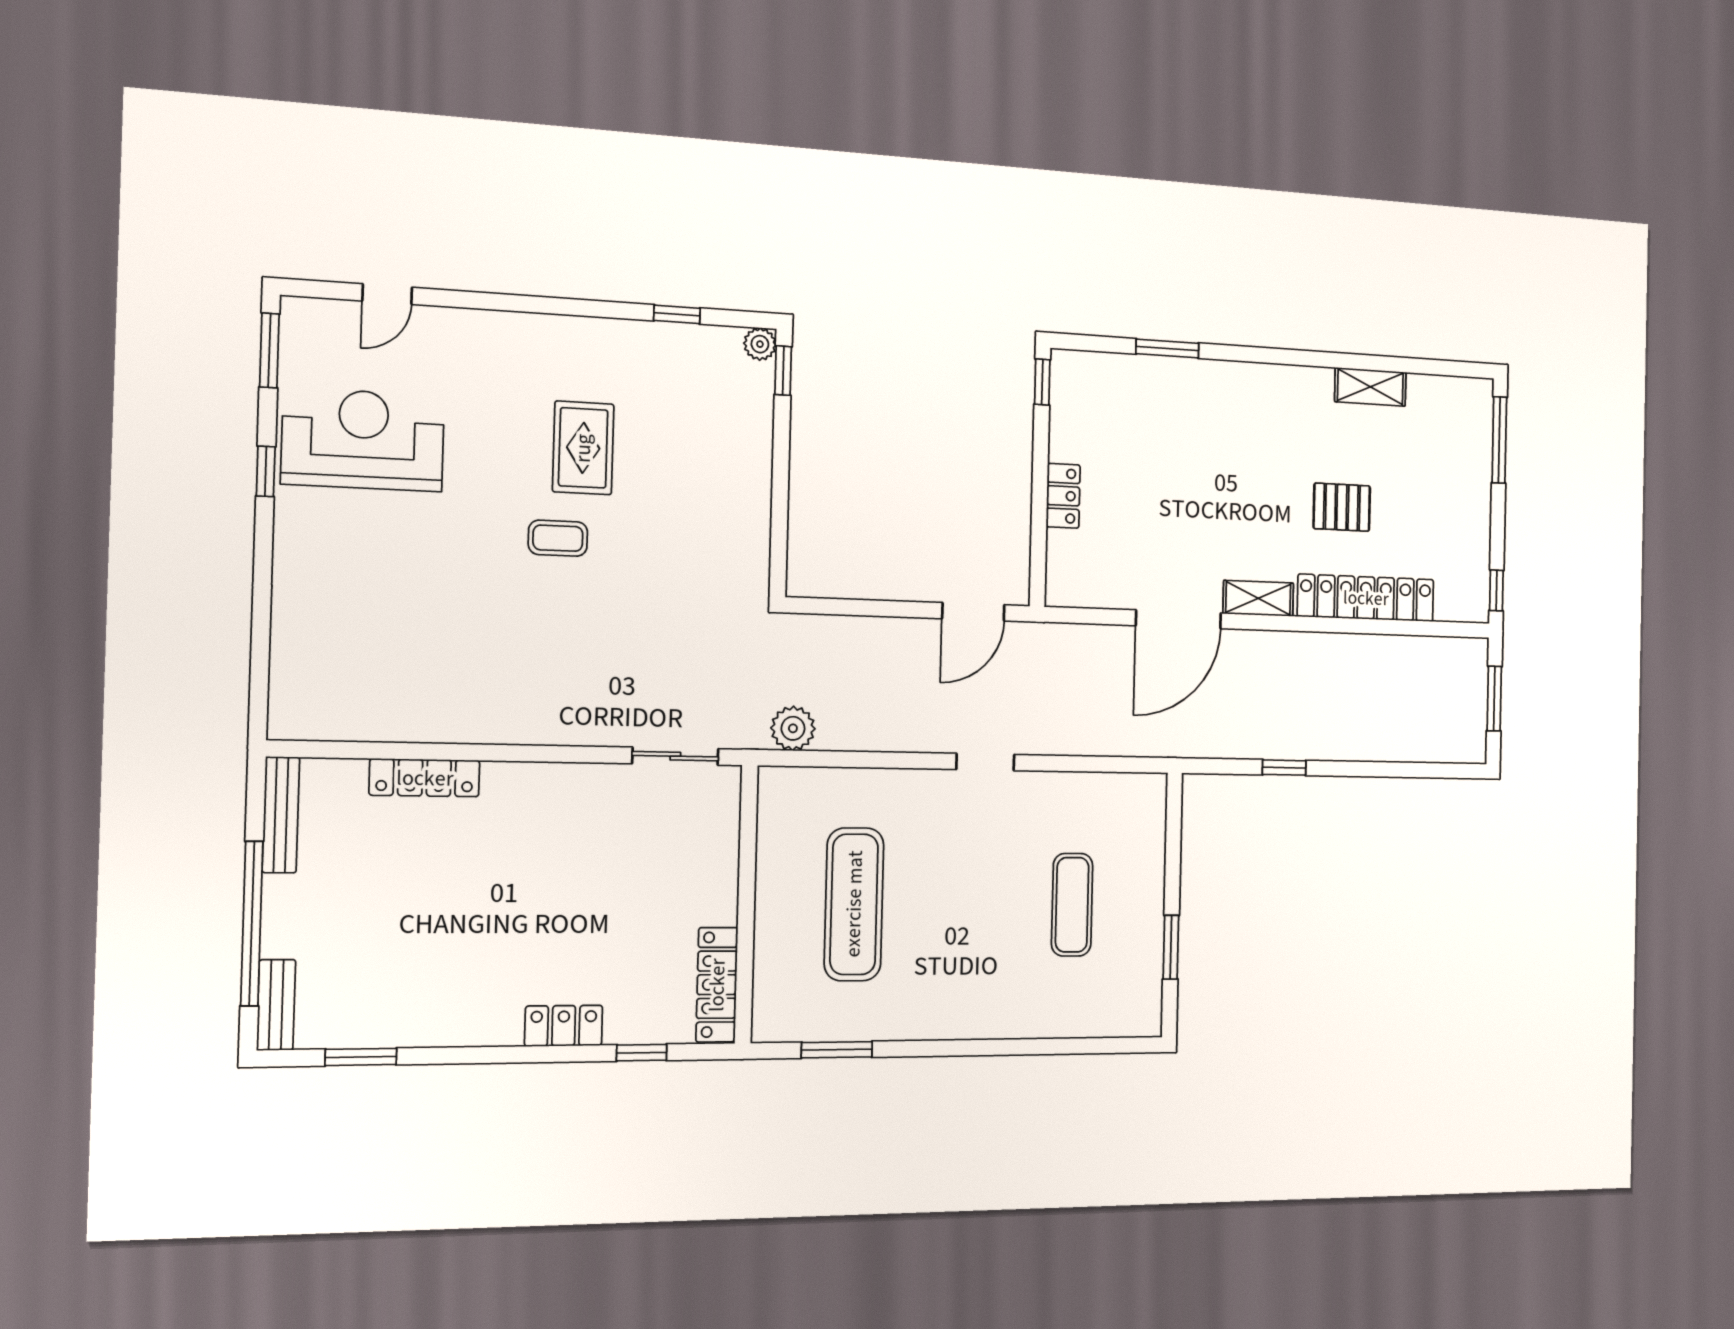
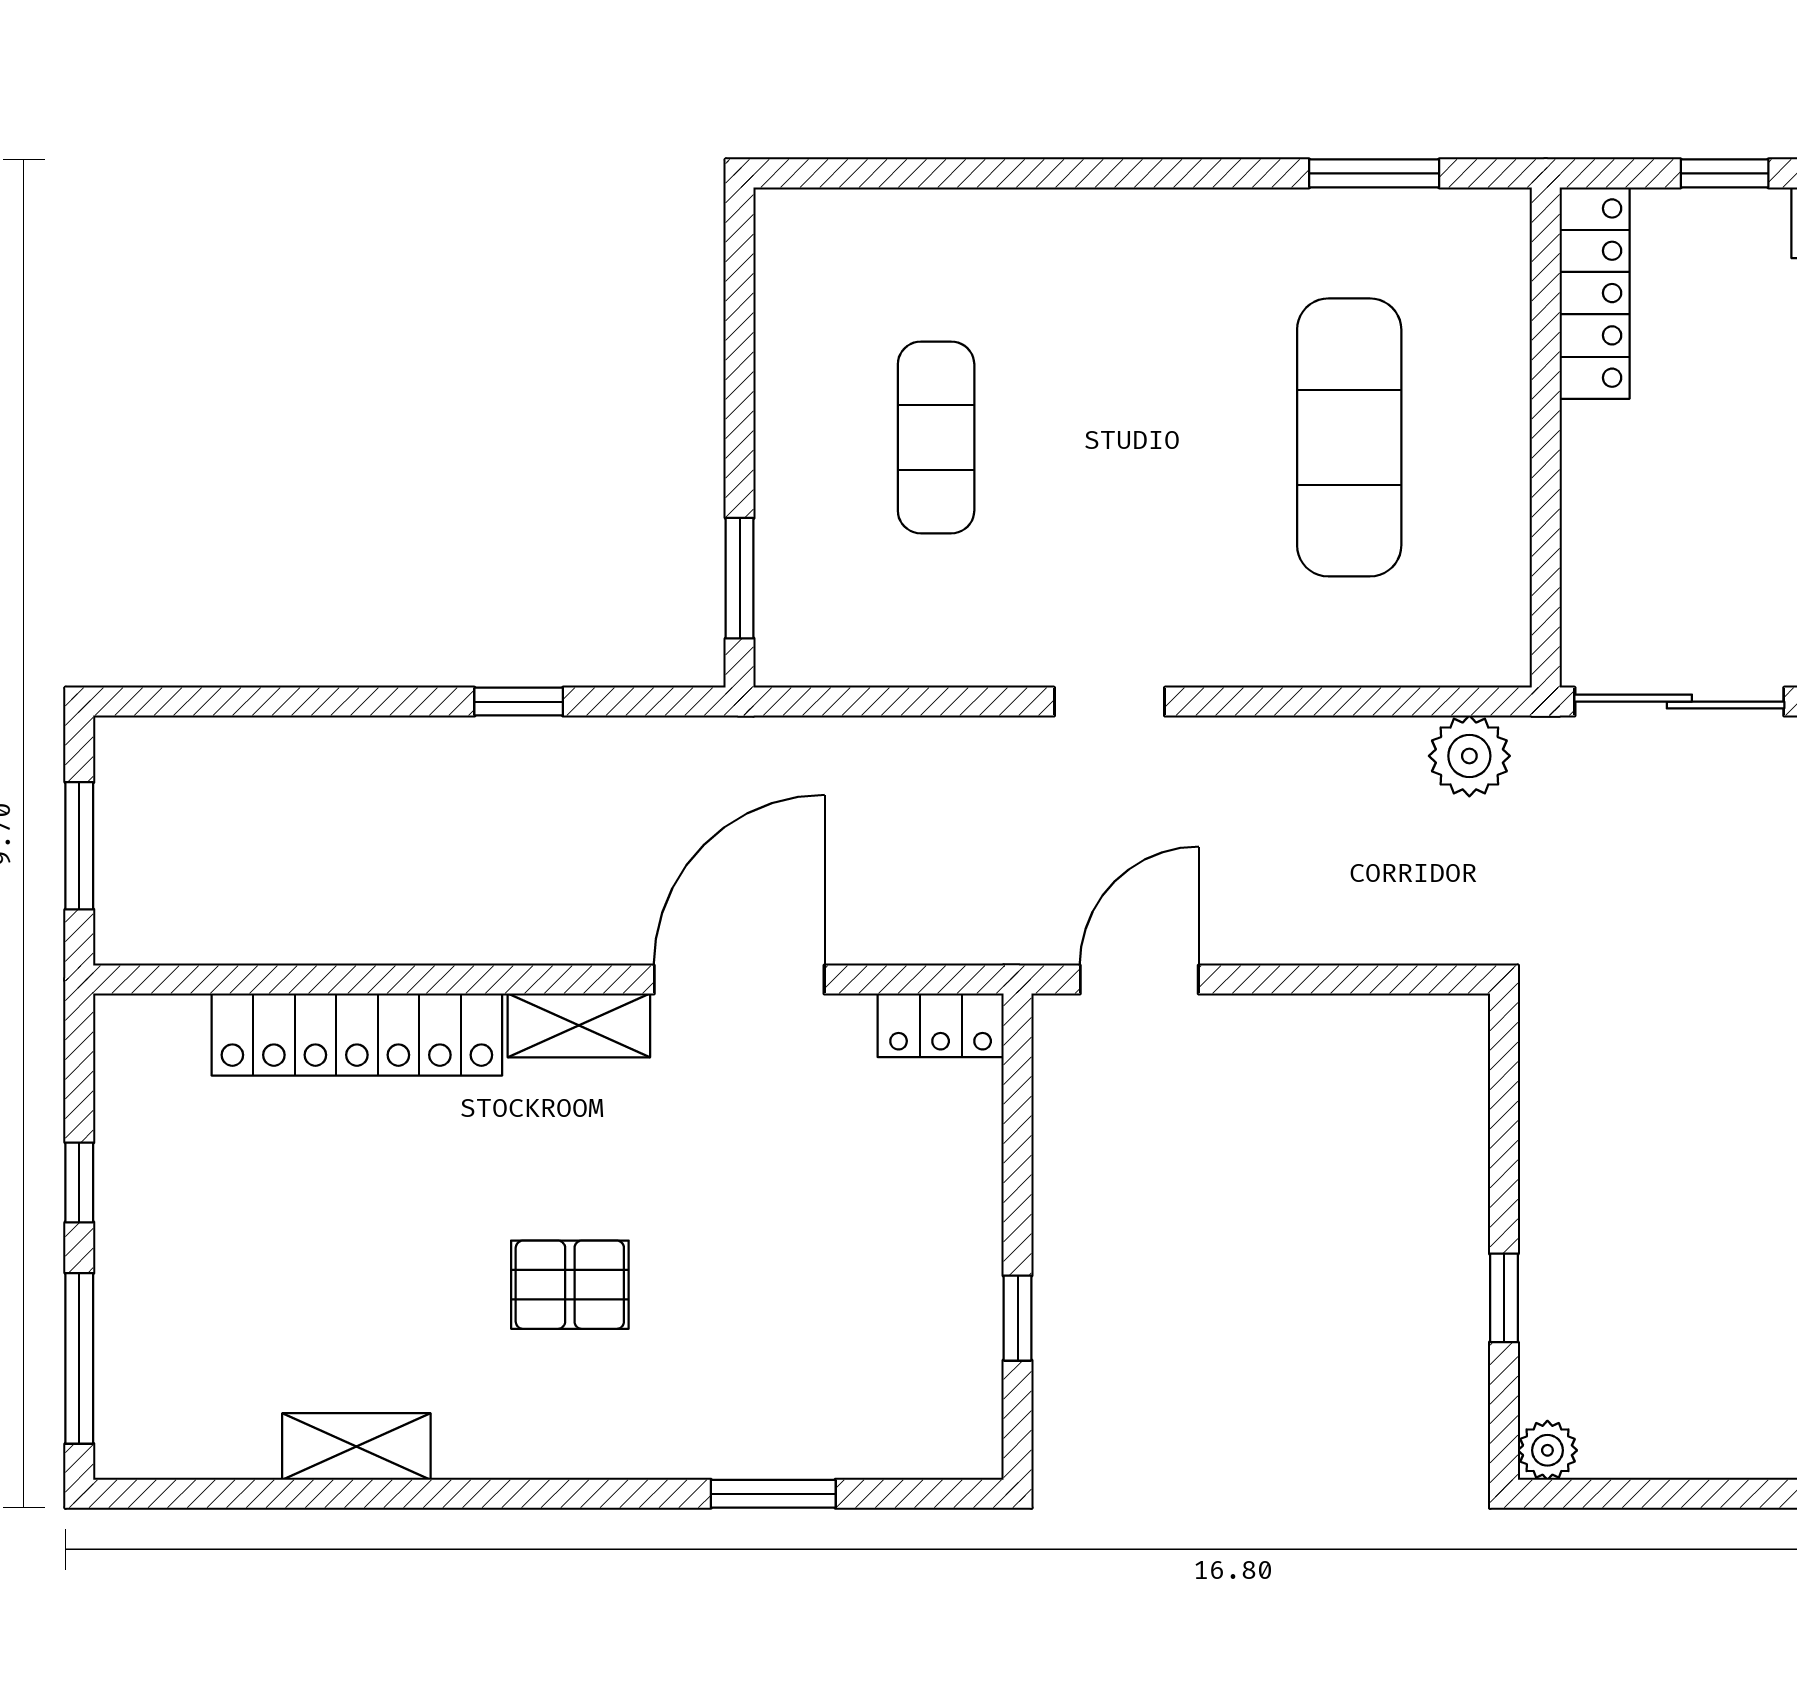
window: (677, 314) -> (1698, 1494), removed
window: (783, 371) -> (1504, 1298), moved
window: (1042, 382) -> (1018, 1318), moved
locker: (1063, 496) -> (941, 1025), moved, turned -90
pallet: (1342, 507) -> (570, 1285), moved
window: (1496, 590) -> (79, 1182), moved
sliding door: (675, 756) -> (1679, 702), width x1.37
window: (1171, 947) -> (740, 578), moved

